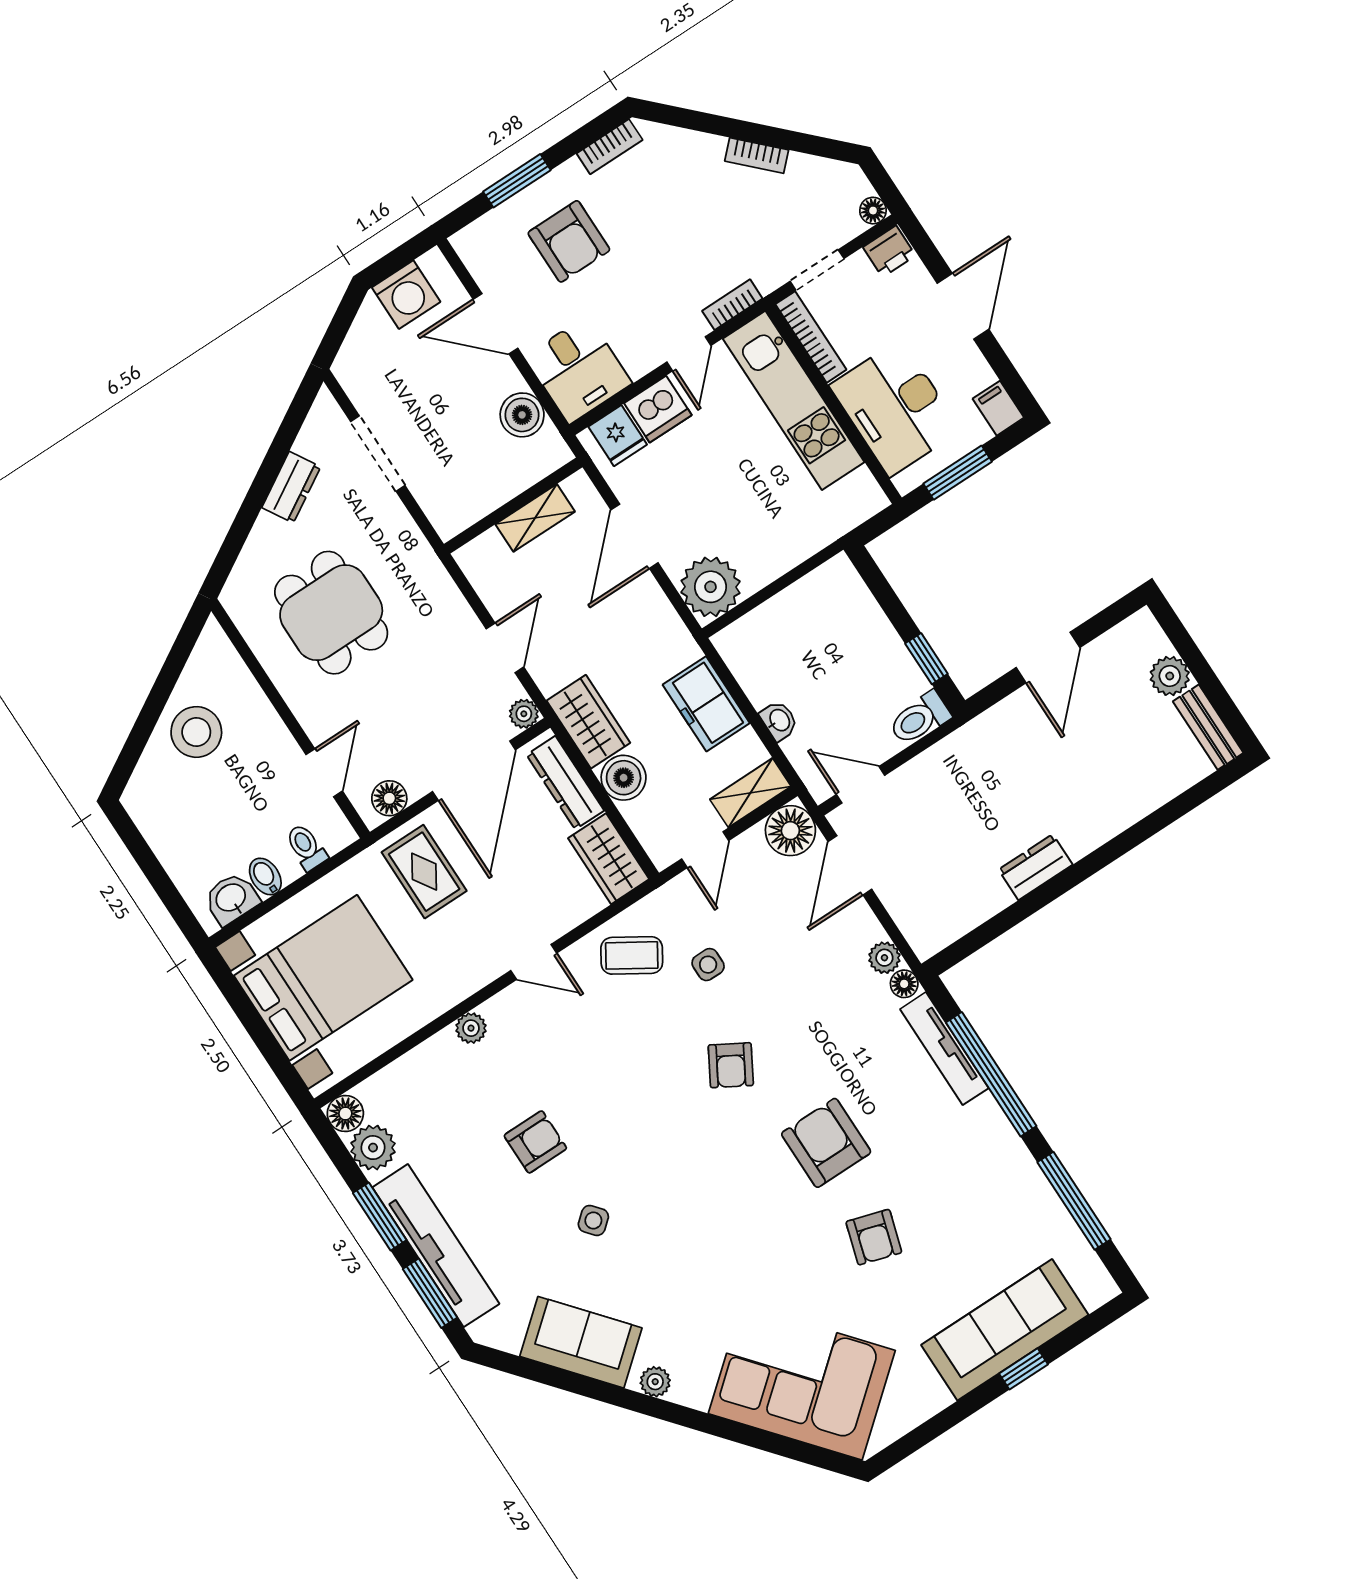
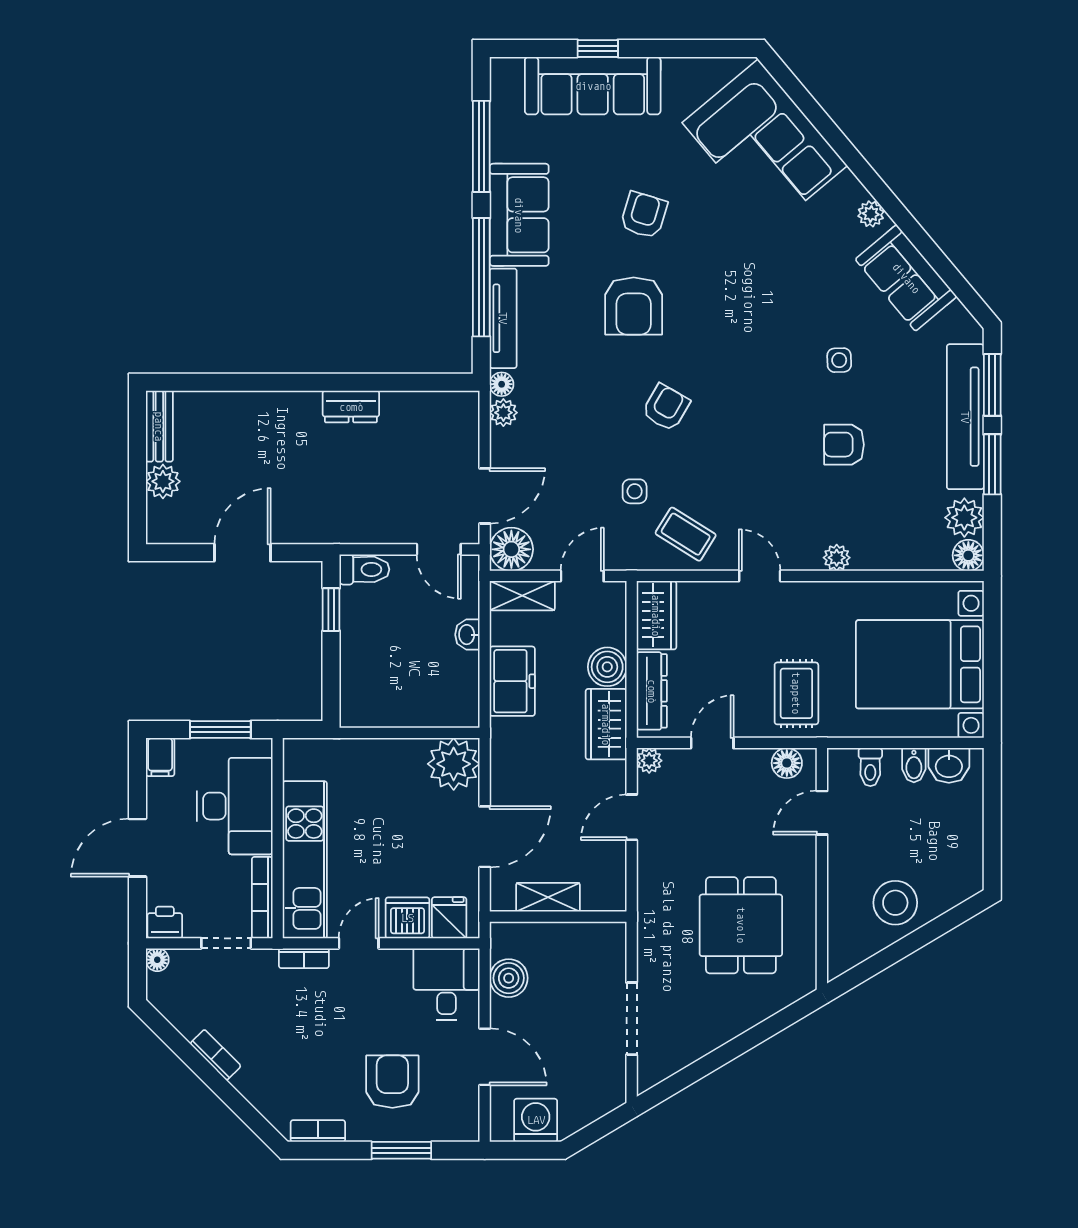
dresser: (291, 487) -> (710, 1035), removed
door: (474, 771) -> (712, 743), width x0.53
sofa: (994, 1159) -> (519, 215), added
side table: (593, 1220) -> (839, 360), turned 38

